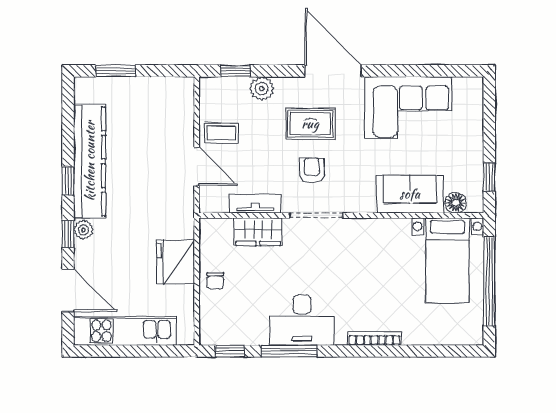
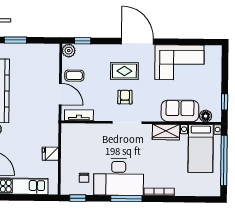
plant: (262, 89) -> (69, 51), moved
tv unit: (255, 204) -> (79, 115), moved
wardrobe: (258, 232) -> (166, 132), moved
fridge: (175, 262) -> (50, 154), width x0.53, depth x0.75
chair: (215, 281) -> (84, 178), moved
desk: (302, 320) -> (119, 177), width x1.36, depth x1.30
window: (289, 351) -> (126, 199), moved

